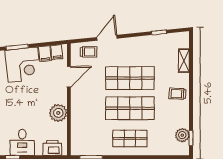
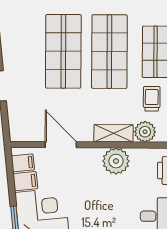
trolley: (88, 52) -> (152, 99), moved
shelving: (76, 111) -> (113, 133), added
plant: (78, 132) -> (145, 132), added

